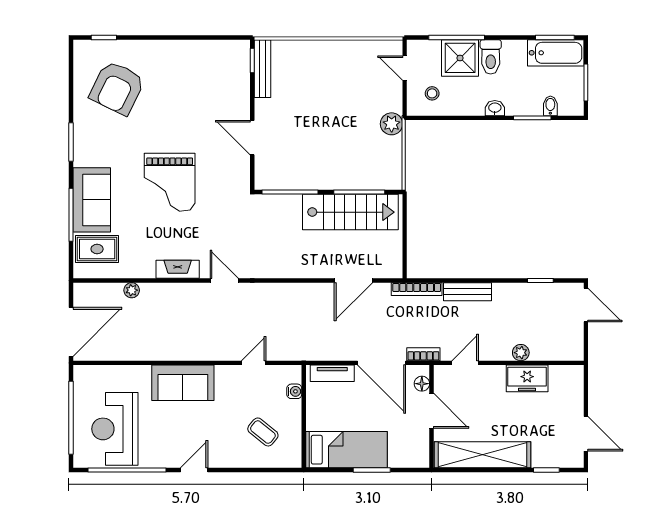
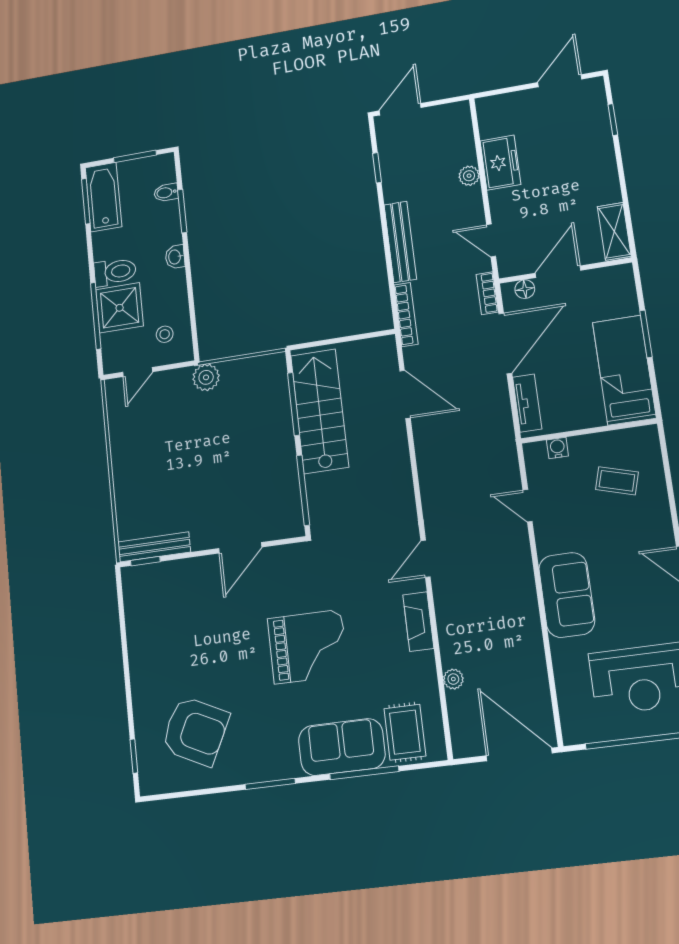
bench: (467, 292) -> (400, 242), width x1.36
coffee table: (263, 432) -> (617, 481), turned 67
shelving: (483, 455) -> (614, 231), width x0.45, depth x0.75

